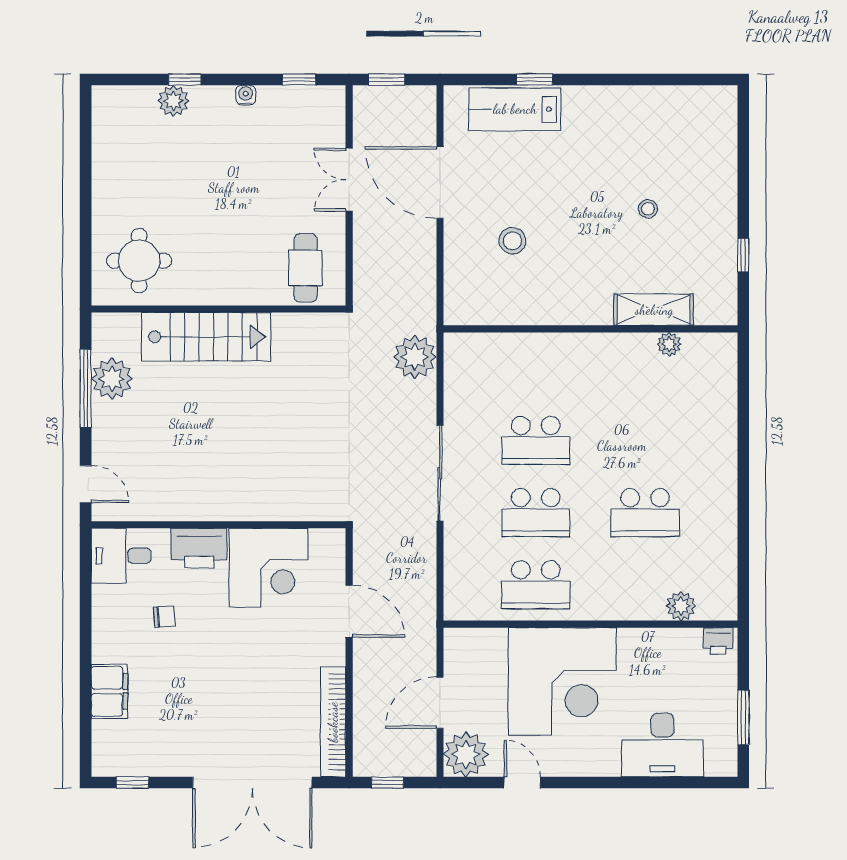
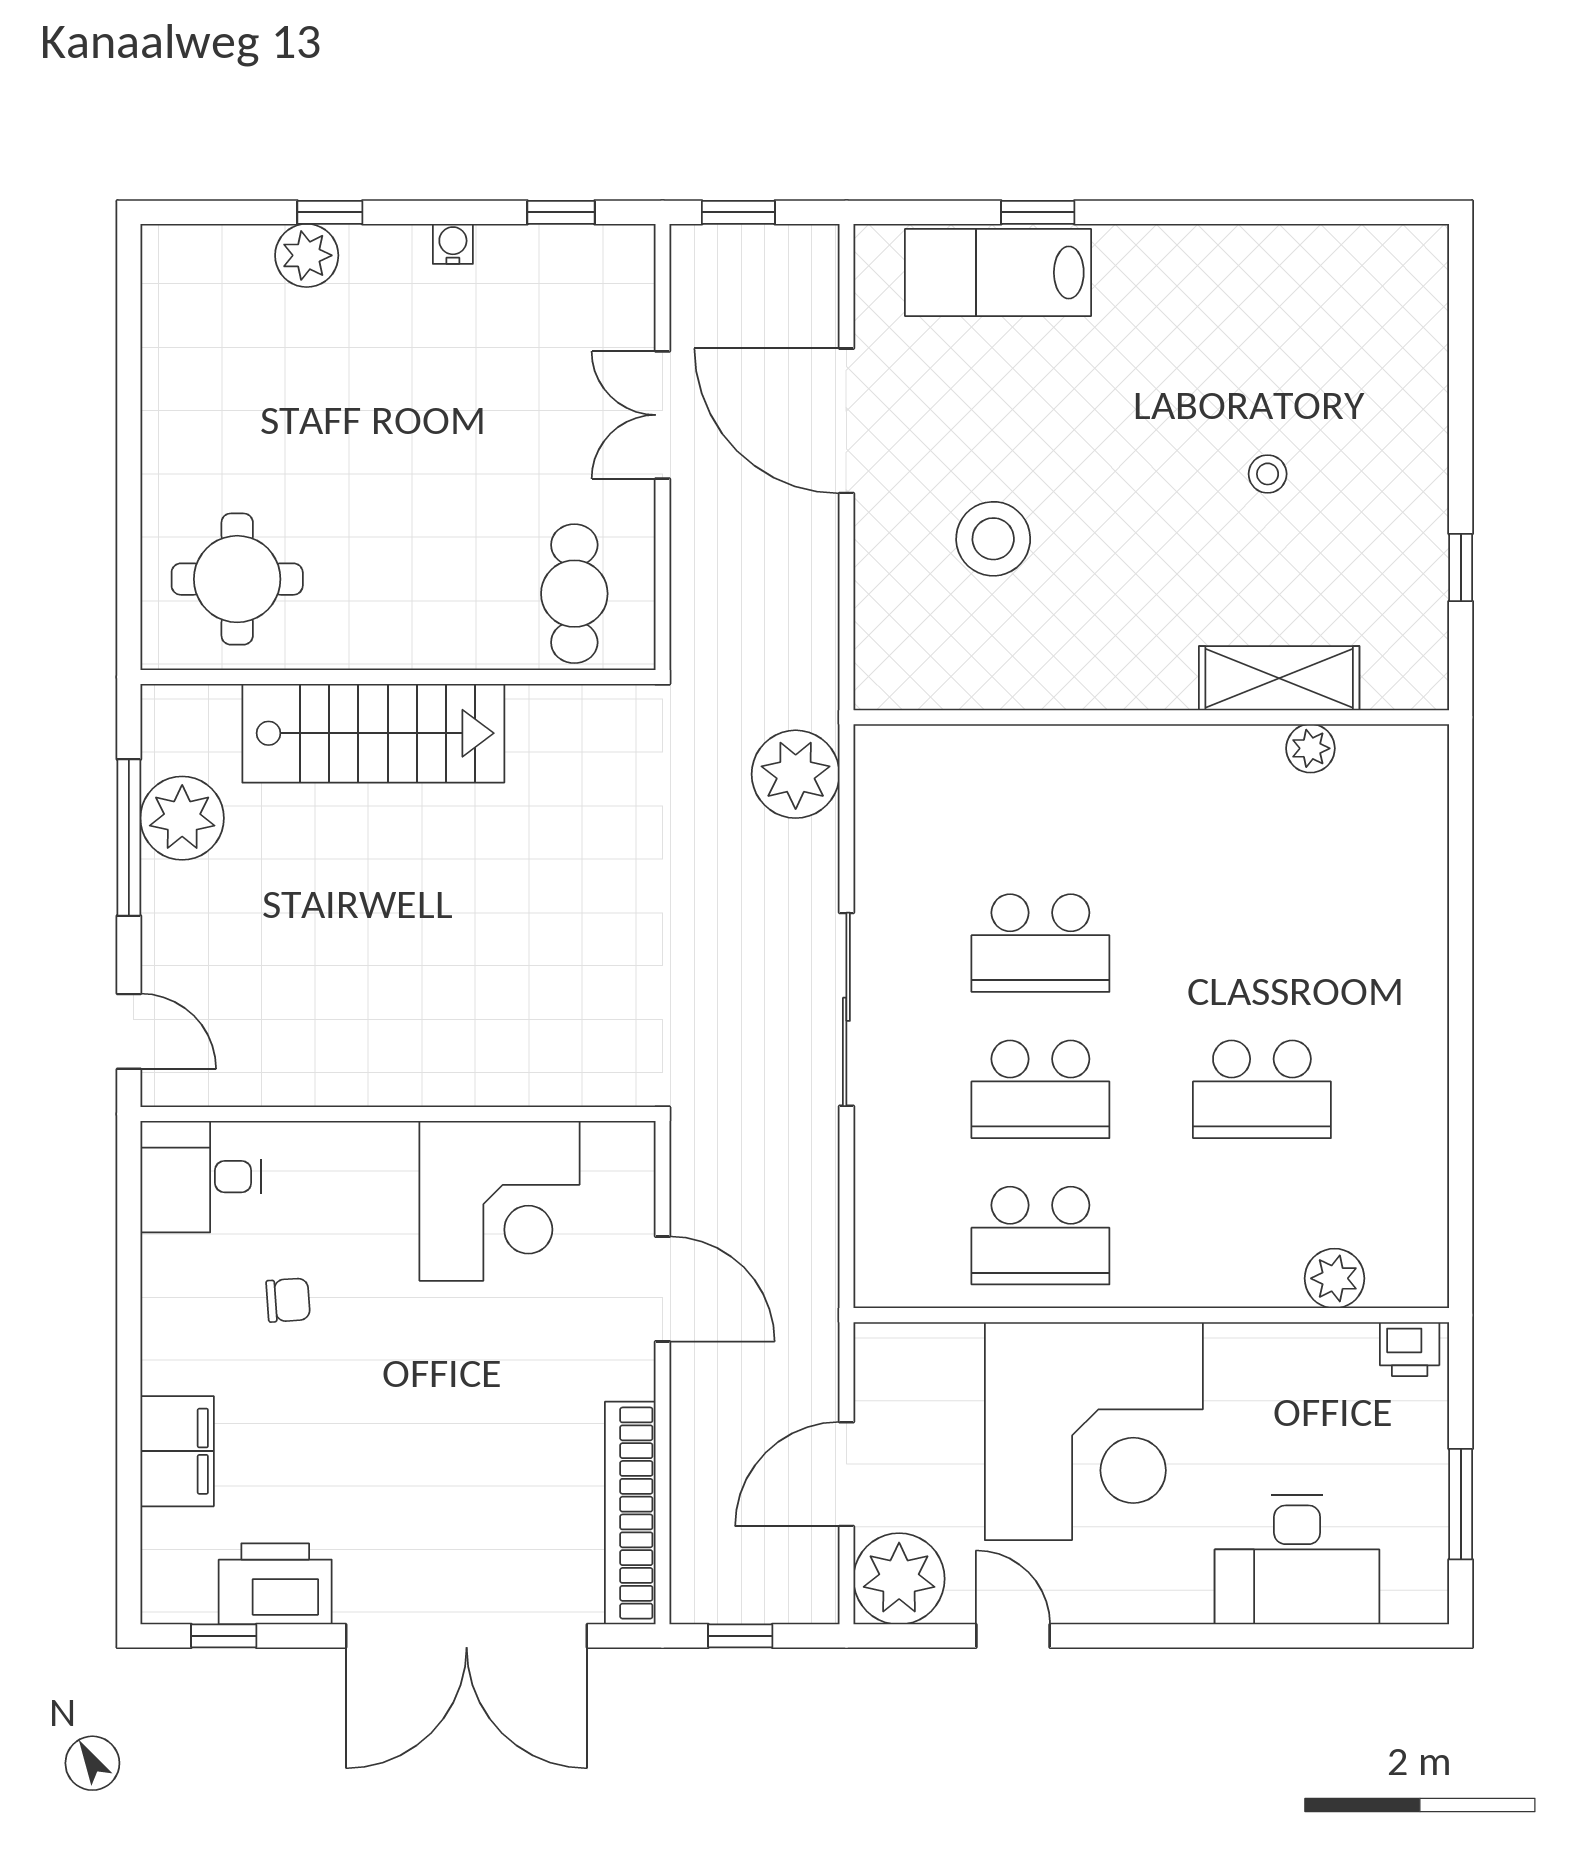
stool: (512, 241) -> (993, 539), width x1.38, depth x1.38
printer: (199, 548) -> (275, 1584), moved, turned 180

